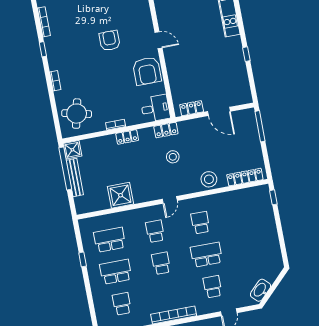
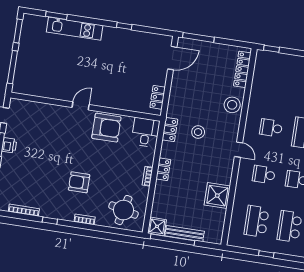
armchair: (110, 41) -> (79, 182), moved
door: (219, 111) -> (172, 58), moved

